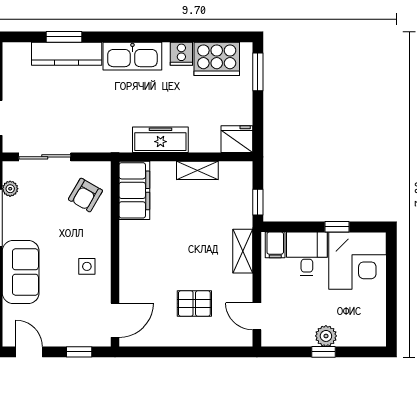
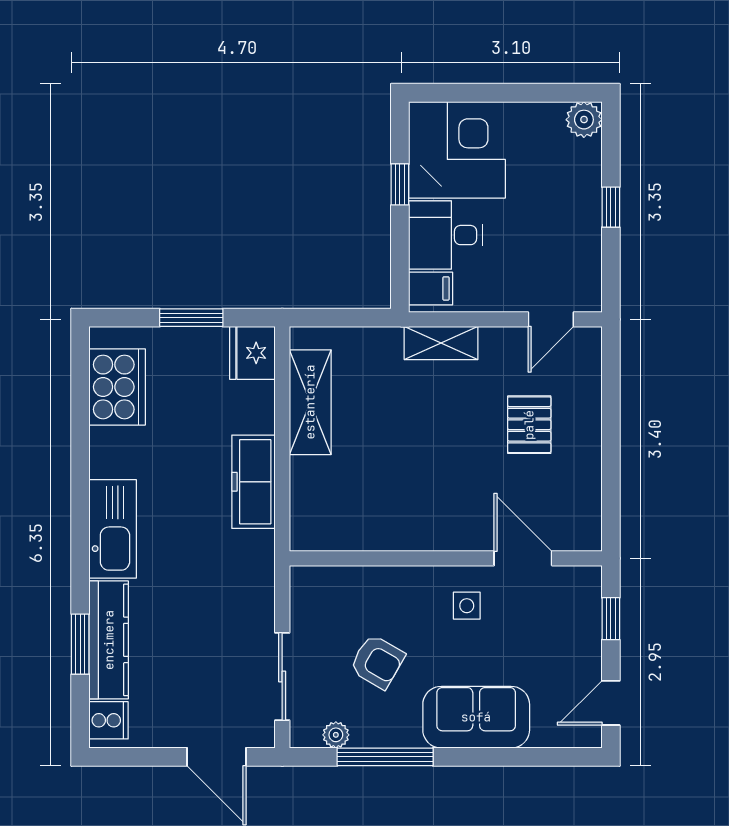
cooker: (181, 54) -> (109, 720), moved
window: (258, 72) -> (191, 318), moved
shelving: (197, 170) -> (310, 402), width x1.50, depth x1.33
filing cabinet: (134, 190) -> (339, 526), removed
armchair: (85, 195) -> (377, 662), moved
window: (258, 202) -> (359, 318), removed
door: (115, 320) -> (523, 558), moved
plant: (326, 336) -> (584, 120), moved

